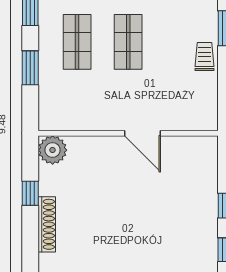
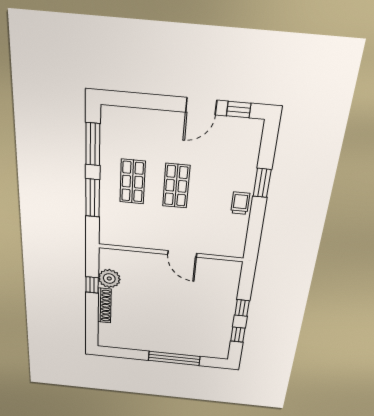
window: (30, 68) -> (93, 198), width x1.44
plant: (53, 150) -> (109, 279), moved

